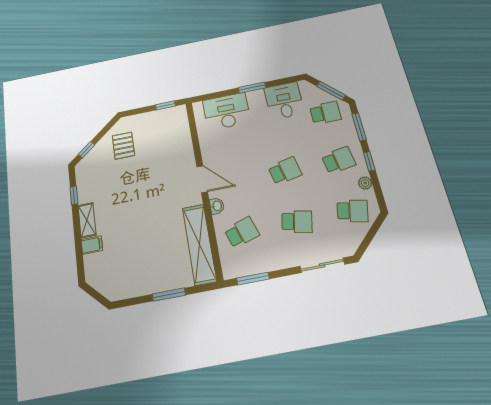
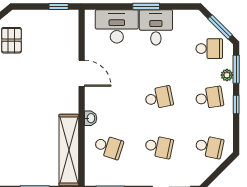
desk: (284, 101) -> (156, 27), moved
door: (202, 179) -> (82, 73), moved
plant: (365, 183) -> (227, 75), moved
school desk: (242, 232) -> (108, 147), turned 36

